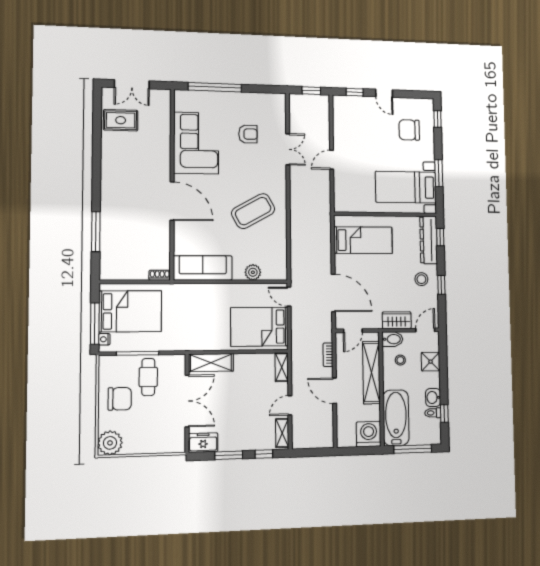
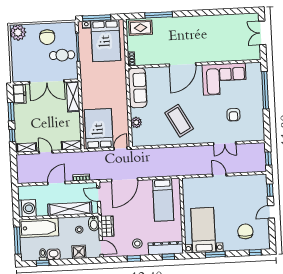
rug: (121, 120) -> (140, 28), moved, turned 90

